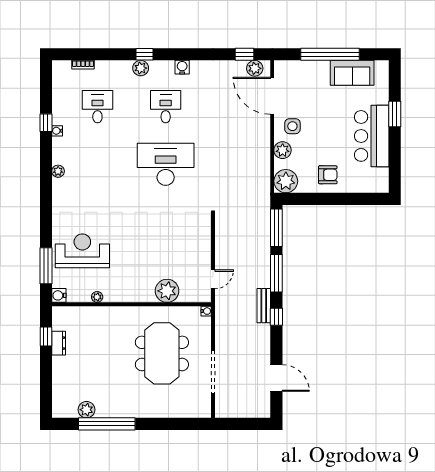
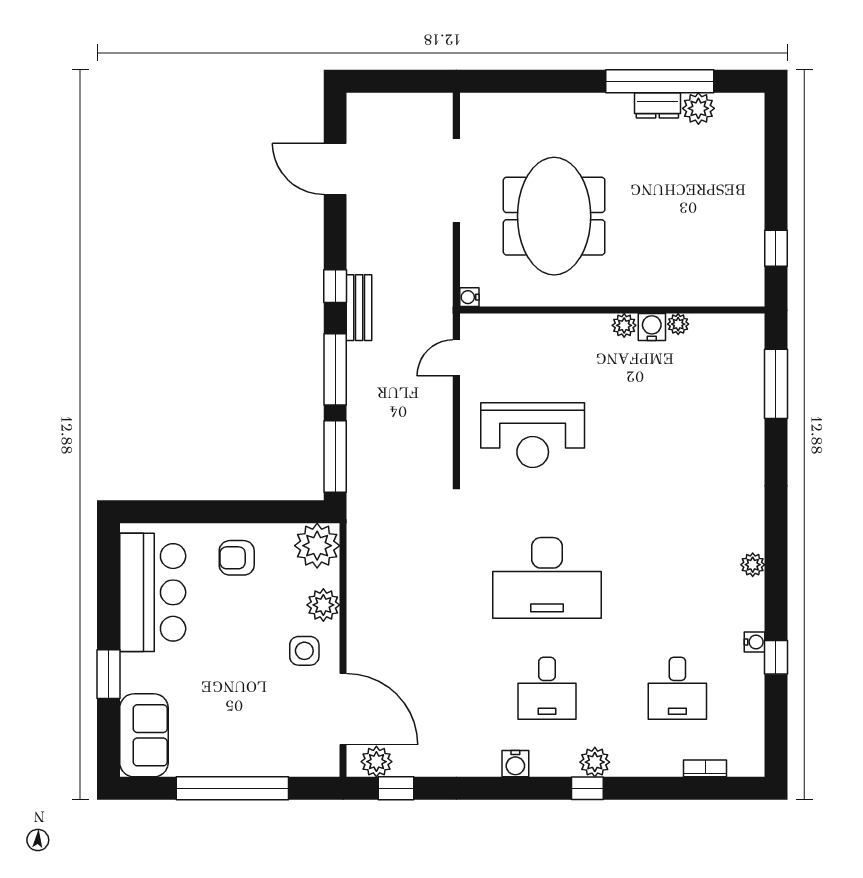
sofa: (352, 73) -> (144, 735), moved, turned 90
bar counter: (372, 136) -> (153, 592), moved
reception desk: (82, 251) -> (533, 435), moved
plant: (167, 291) -> (624, 325), moved, width x0.53, depth x0.53
water cooler: (59, 295) -> (652, 327), moved, turned -90
dresser: (59, 343) -> (657, 105), moved, turned -90

